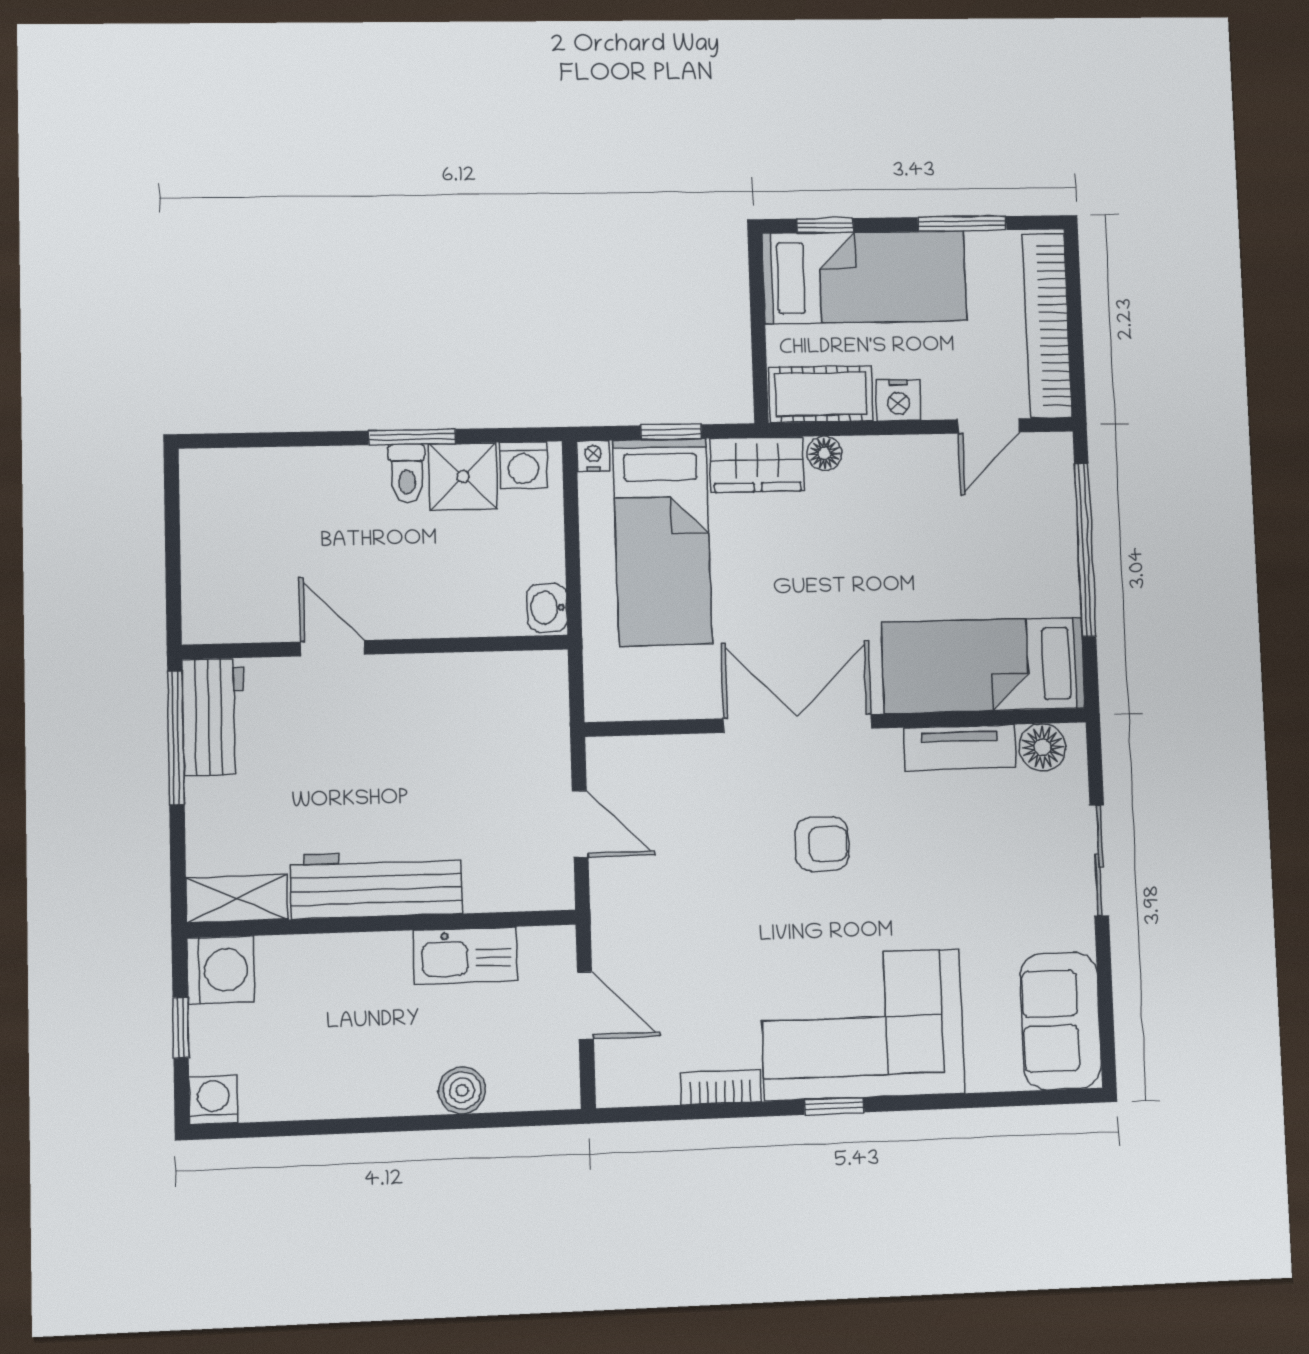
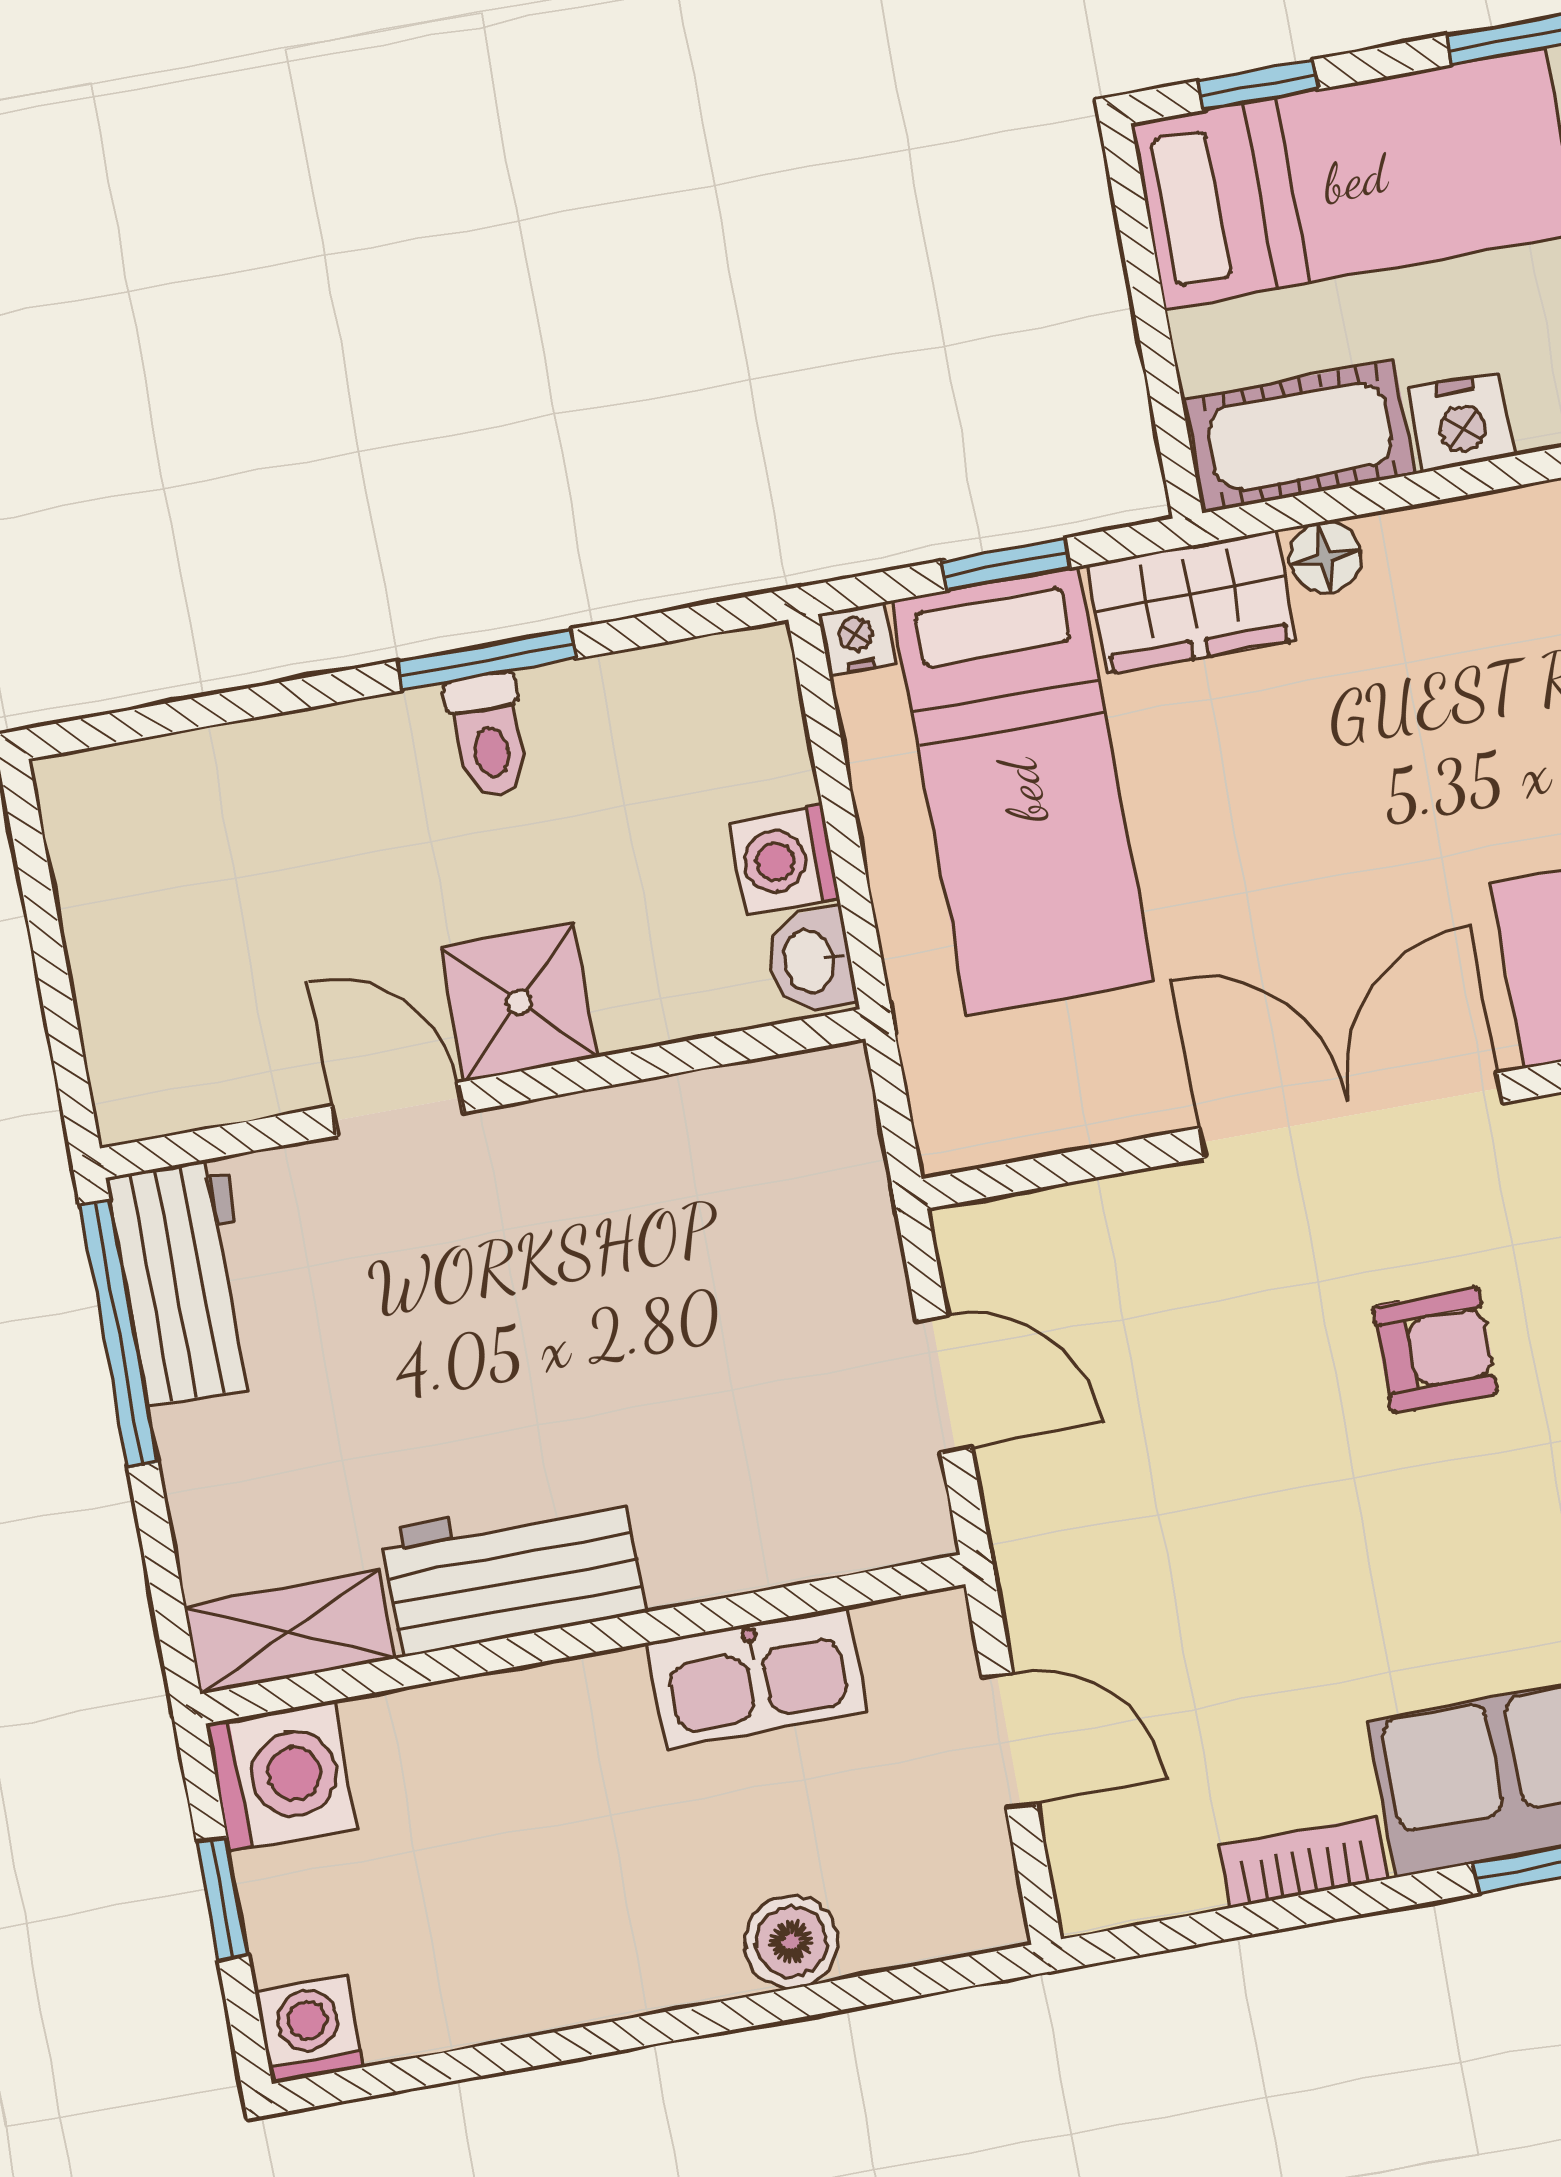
washing machine: (523, 465) -> (784, 860), moved, turned 90
shower: (463, 477) -> (519, 1002), moved
workbench: (377, 884) -> (514, 1572), width x0.73

